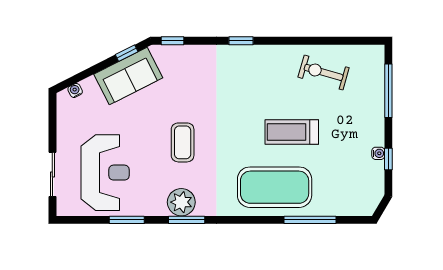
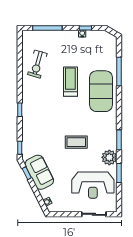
treadmill: (292, 132) -> (70, 82), turned 180
reception desk: (105, 173) -> (93, 185), turned 180
plant: (181, 202) -> (109, 157), moved

